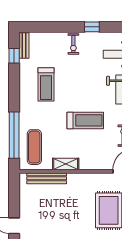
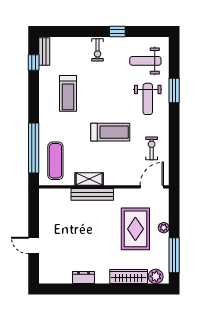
bench: (47, 178) -> (92, 194), moved

